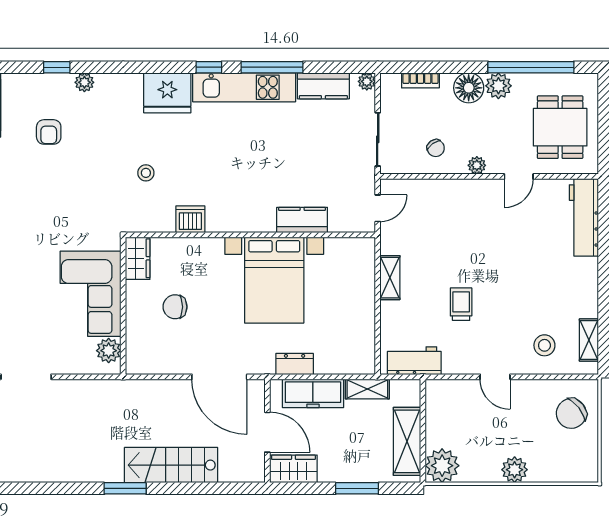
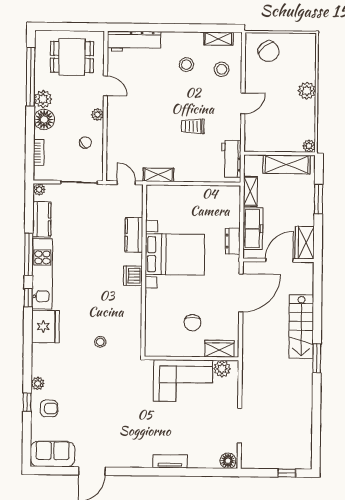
armchair: (49, 132) -> (49, 408), moved
dishwasher: (190, 219) -> (133, 276), moved
wardrobe: (138, 258) -> (219, 349), moved
shelving: (390, 278) -> (158, 175), moved
stool: (551, 294) -> (186, 65), added
plant: (442, 466) -> (309, 146), width x0.53, depth x0.53

